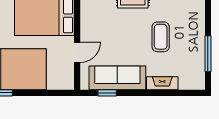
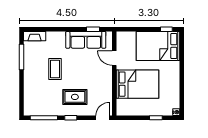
door: (77, 52) -> (114, 58), hinge flipped
fireplace: (162, 83) -> (35, 36), moved

